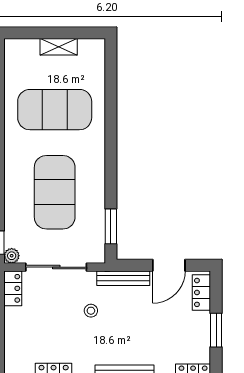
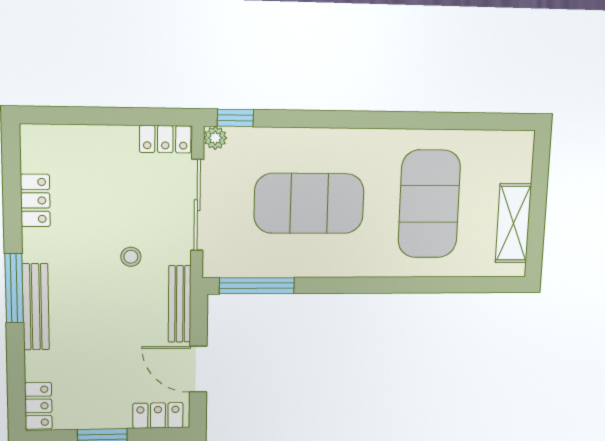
shelving: (59, 47) -> (513, 223), width x1.50, depth x1.33
window: (111, 226) -> (257, 286), width x1.44

